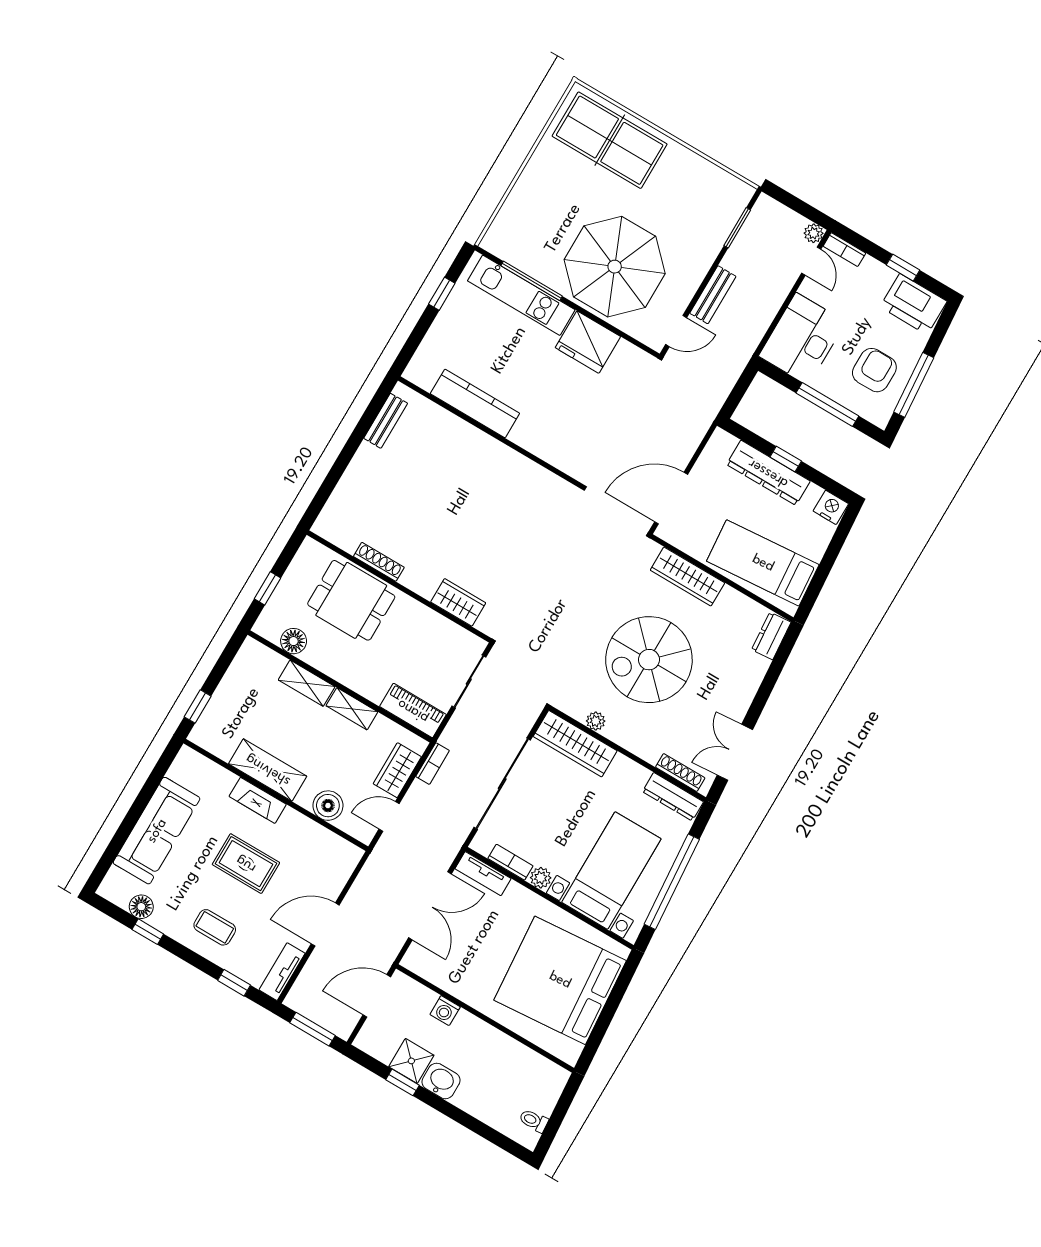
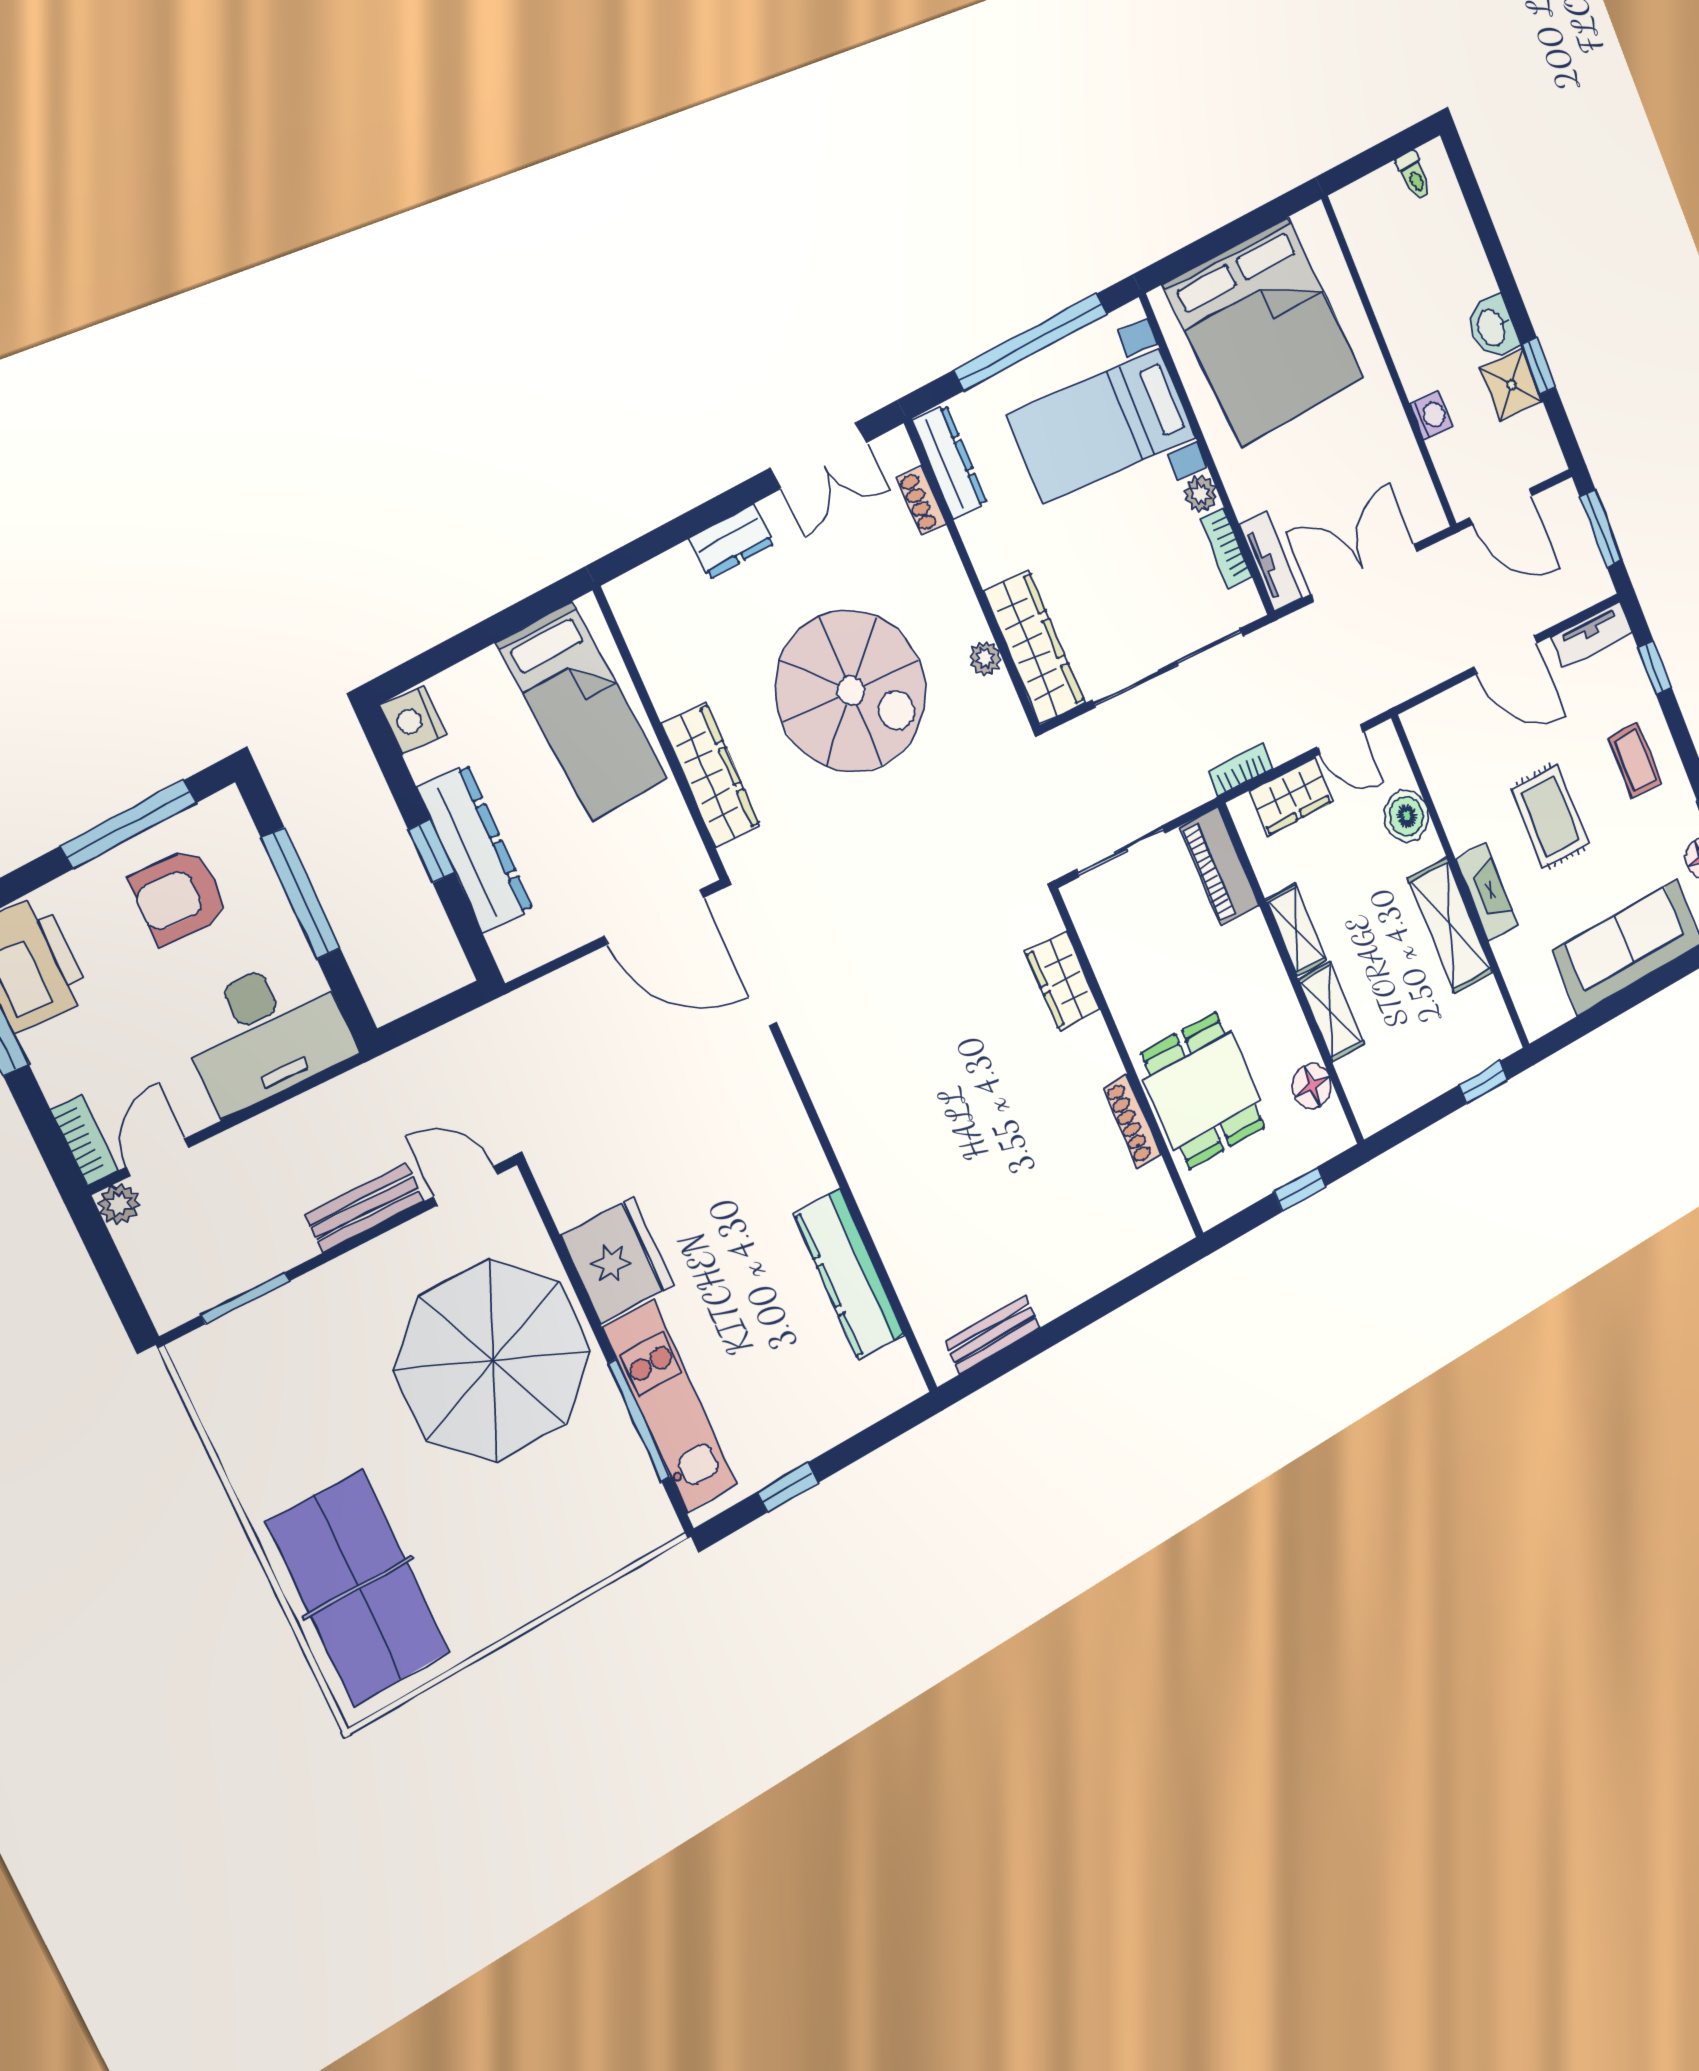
dresser: (771, 636) -> (732, 541), moved
shoe rack: (680, 773) -> (921, 501), width x0.70

